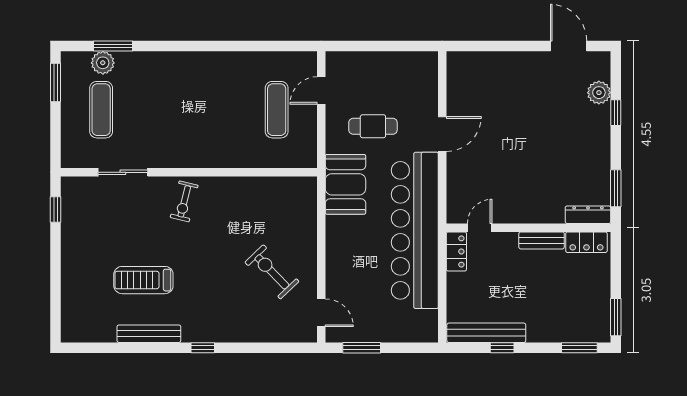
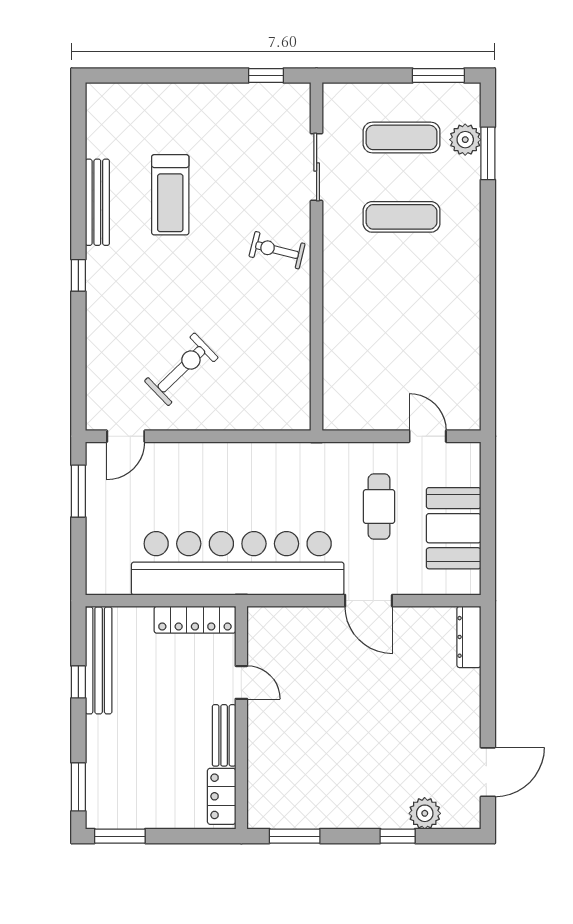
exercise mat: (277, 110) -> (402, 217), moved
booth: (345, 184) -> (454, 528), moved, turned 90
dresser: (588, 215) -> (469, 637), moved, turned 180
door: (480, 228) -> (241, 682), moved
locker: (456, 251) -> (195, 620), width x1.53
treadmill: (143, 280) -> (170, 195), turned 180

